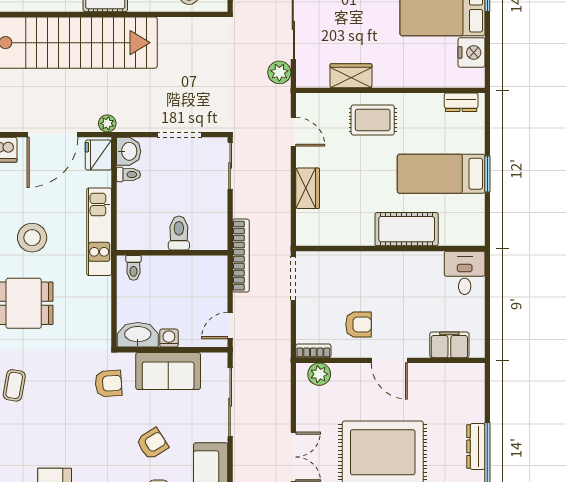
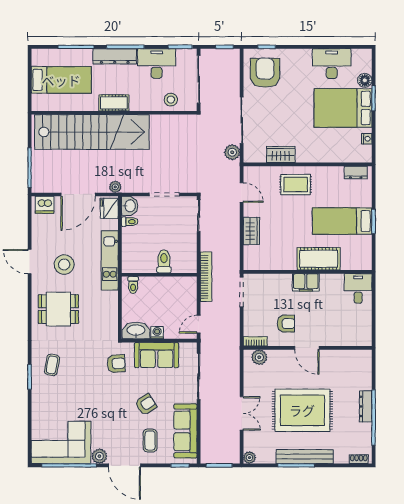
nightstand: (472, 52) -> (367, 139), width x0.53, depth x0.56
filing cabinet: (449, 345) -> (306, 282), moved, turned 180

